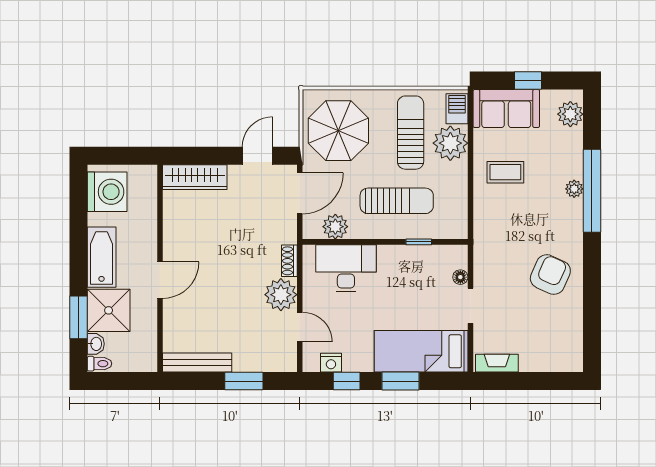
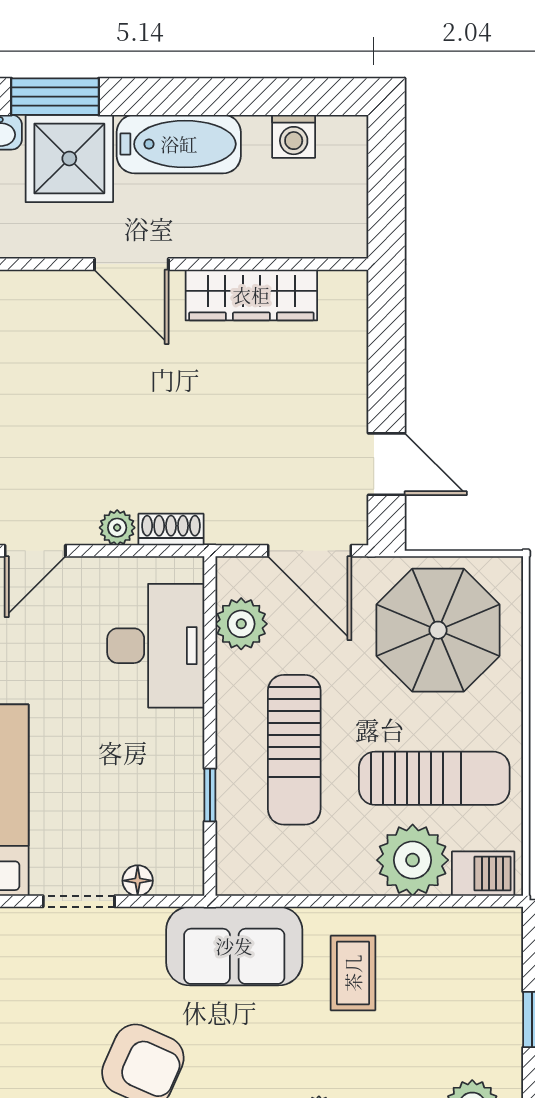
sofa: (506, 108) -> (234, 946), moved, turned -90
wardrobe: (195, 177) -> (251, 295), moved, turned -90
washing machine: (107, 192) -> (294, 136), width x0.53, depth x0.53
plant: (281, 295) -> (117, 528), width x0.53, depth x0.53

